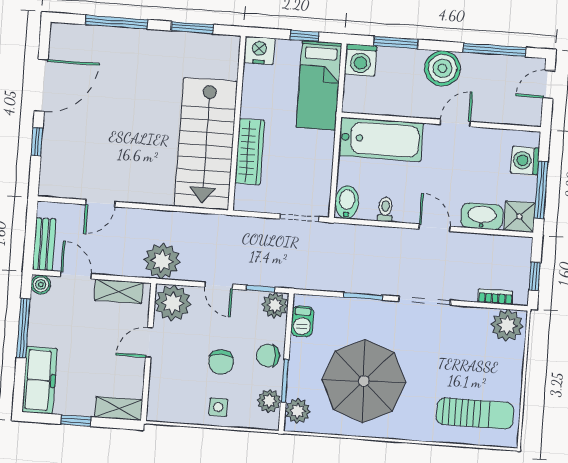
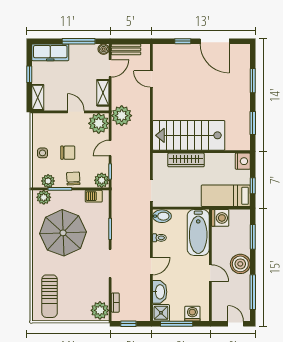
window: (117, 22) -> (253, 81), width x0.69
washing machine: (361, 60) -> (220, 218), moved, turned 180
chair: (221, 362) -> (68, 153), turned 180

